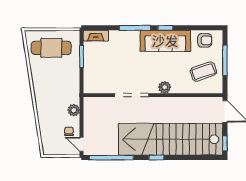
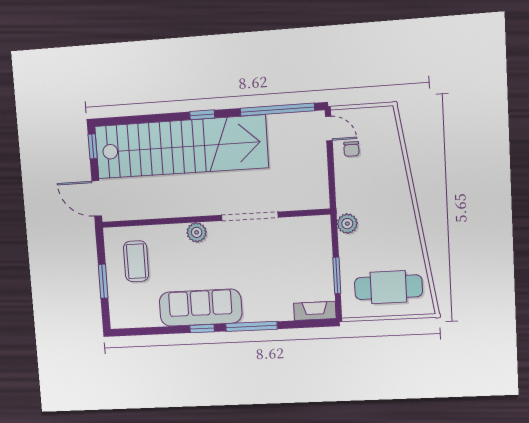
armchair: (205, 40) -> (138, 312), removed
window: (225, 60) -> (103, 281), width x0.69
coffee table: (203, 72) -> (136, 261), turned -71
plant: (74, 110) -> (347, 224), moved

